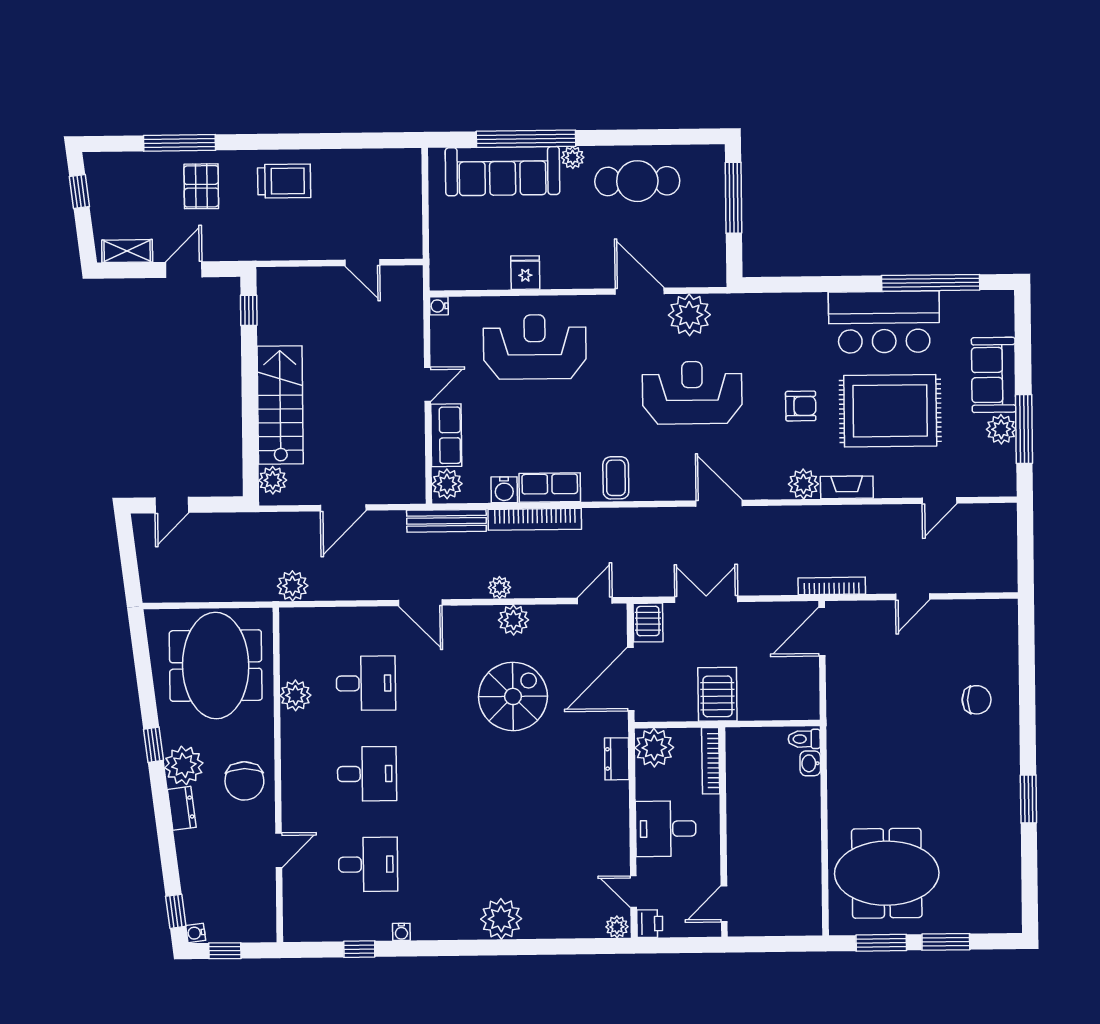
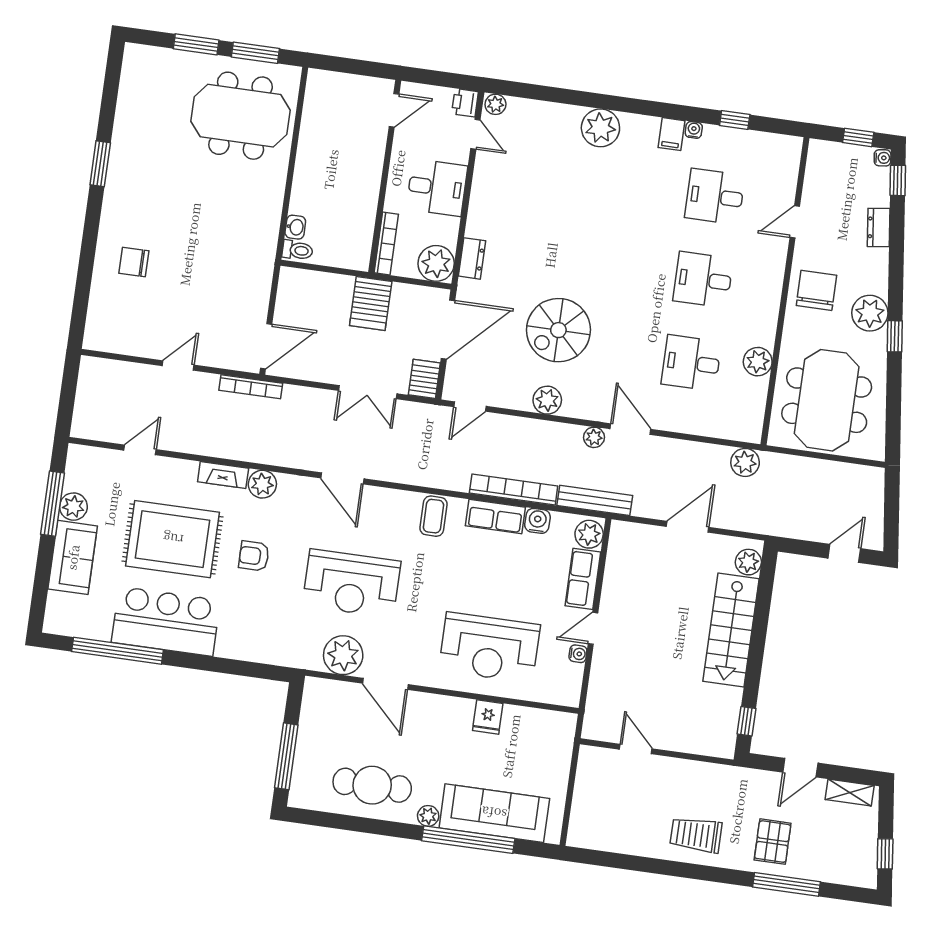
water cooler: (439, 306) -> (578, 654), moved
plant: (500, 587) -> (594, 437), moved
dresser: (182, 808) -> (879, 227), moved
filing cabinet: (424, 924) -> (671, 134), added

